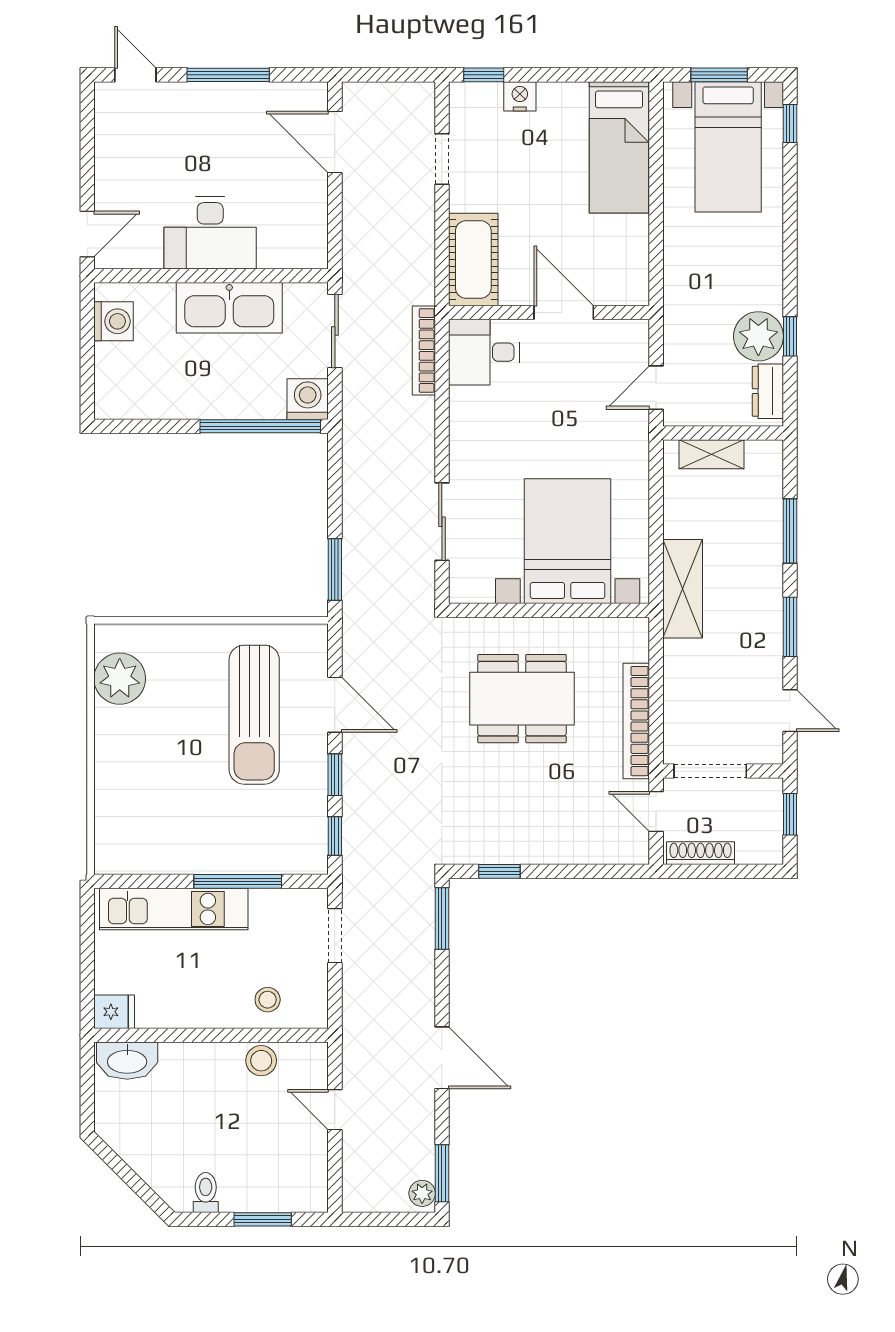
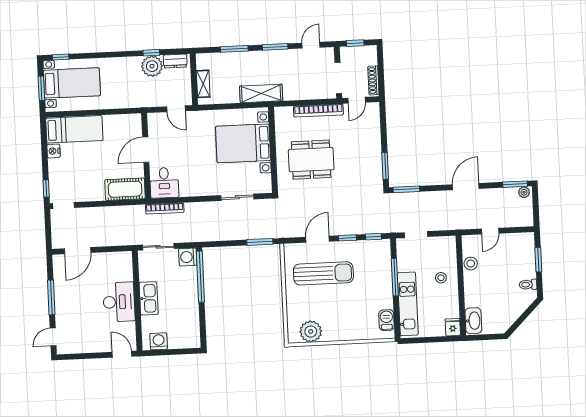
nightstand: (520, 96) -> (54, 151), moved
doorway: (442, 159) -> (64, 206), moved
kitchen sink: (229, 308) -> (149, 298), width x0.73, depth x0.81
dining table: (522, 699) -> (311, 160), turned 90
barbecue: (138, 857) -> (387, 320), added
window: (499, 871) -> (385, 166), width x1.50
stool: (268, 1000) -> (441, 278), moved

